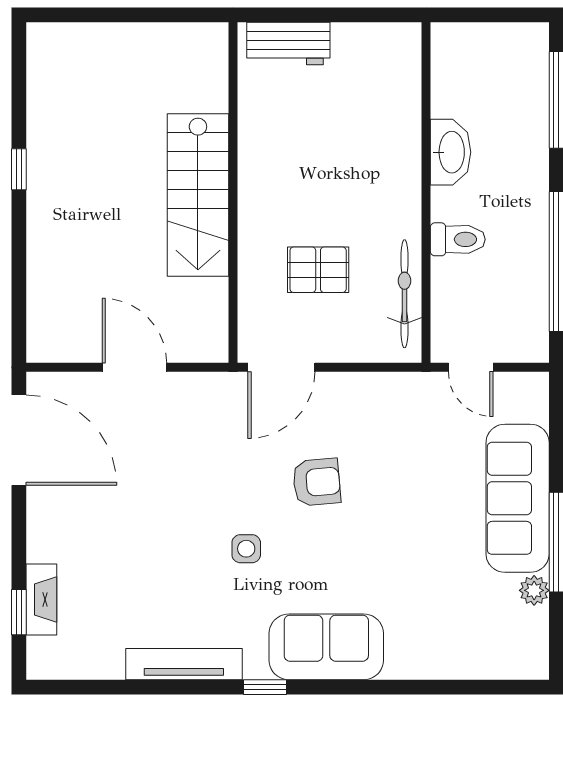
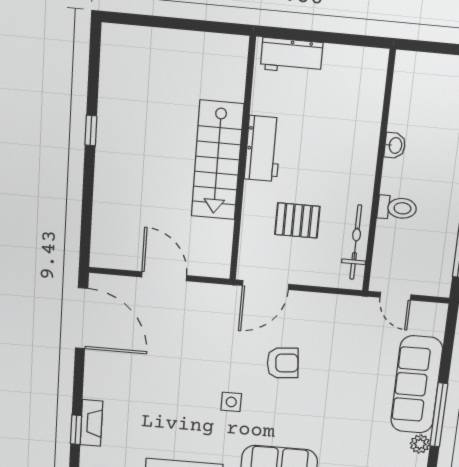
washbasin: (451, 152) -> (395, 145), width x0.52, depth x0.69
workbench: (260, 173) -> (263, 149), added

